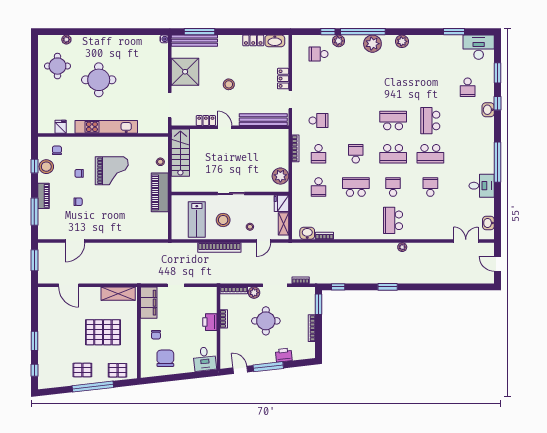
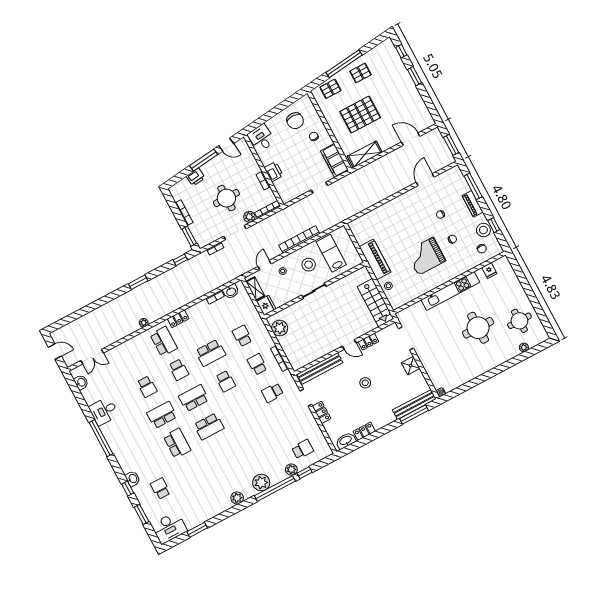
shower: (185, 72) -> (411, 366), width x0.54, depth x0.54
locker: (369, 234) -> (178, 319), added

